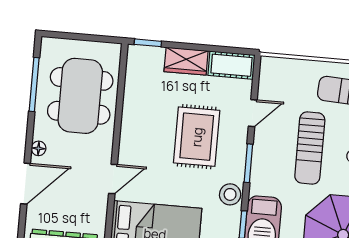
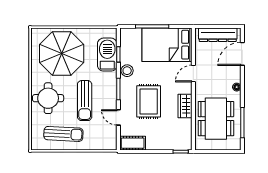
wardrobe: (186, 61) -> (185, 106), moved, turned -90
door: (253, 113) -> (118, 117), hinge flipped
sun lounger: (310, 148) -> (85, 101), turned 180
door: (25, 184) -> (242, 54), moved

